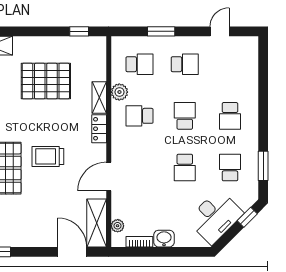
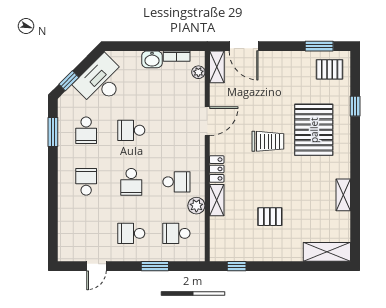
pallet: (46, 81) -> (270, 217), width x0.49, depth x0.50
school desk: (185, 168) -> (131, 130), turned -90
shelving: (97, 223) -> (217, 67), width x0.67, depth x0.75

